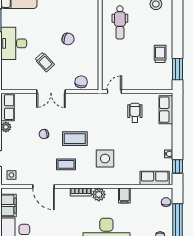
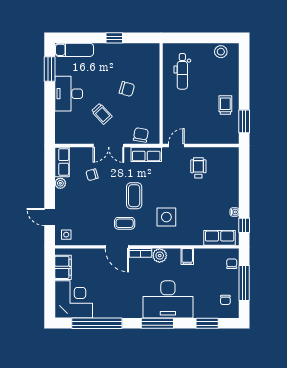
row of seats: (166, 110) -> (146, 154), moved, turned -90
chair: (44, 134) -> (92, 175), moved
coffee table: (75, 139) -> (134, 196), turned 90
door: (43, 186) -> (117, 247), moved

